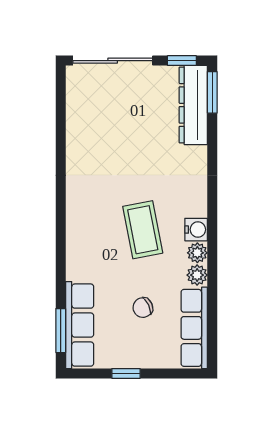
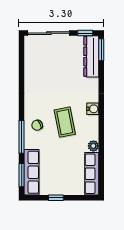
water cooler: (196, 230) -> (93, 109), moved
plant: (197, 253) -> (93, 134), removed
window: (61, 258) -> (22, 137), added
chair: (143, 308) -> (37, 125), moved

